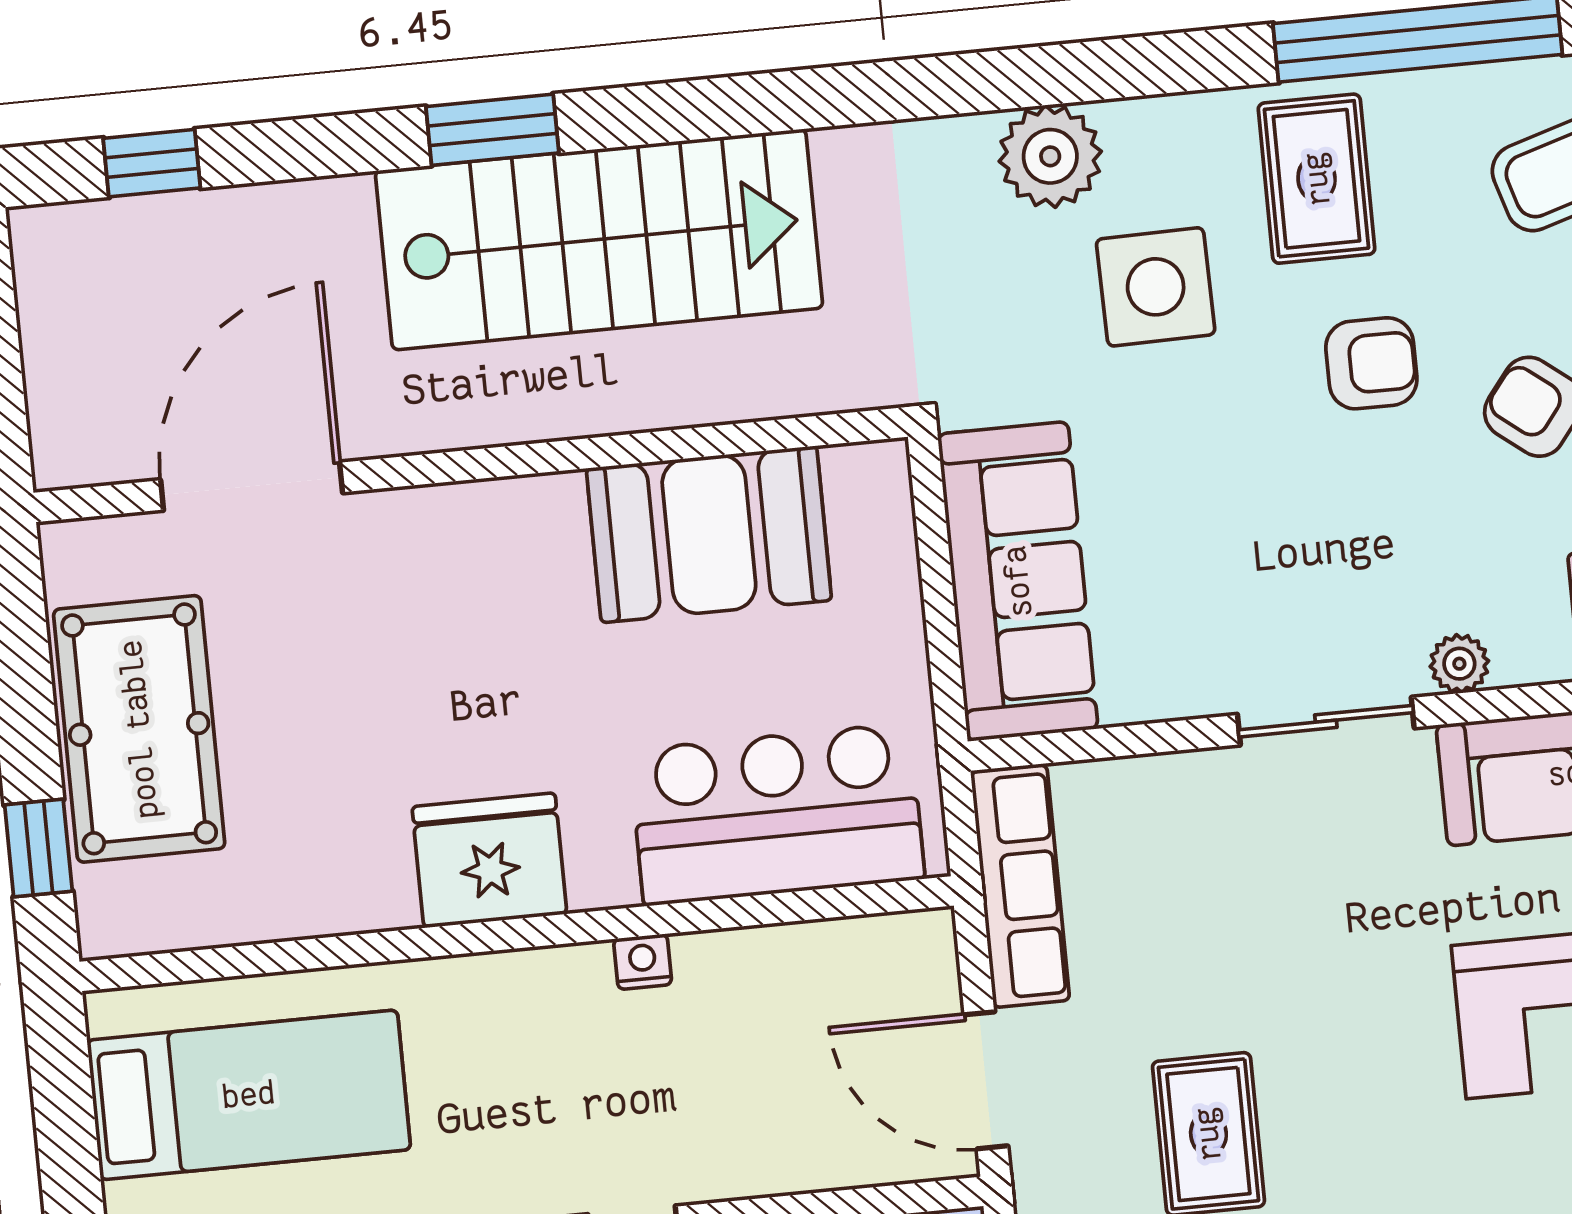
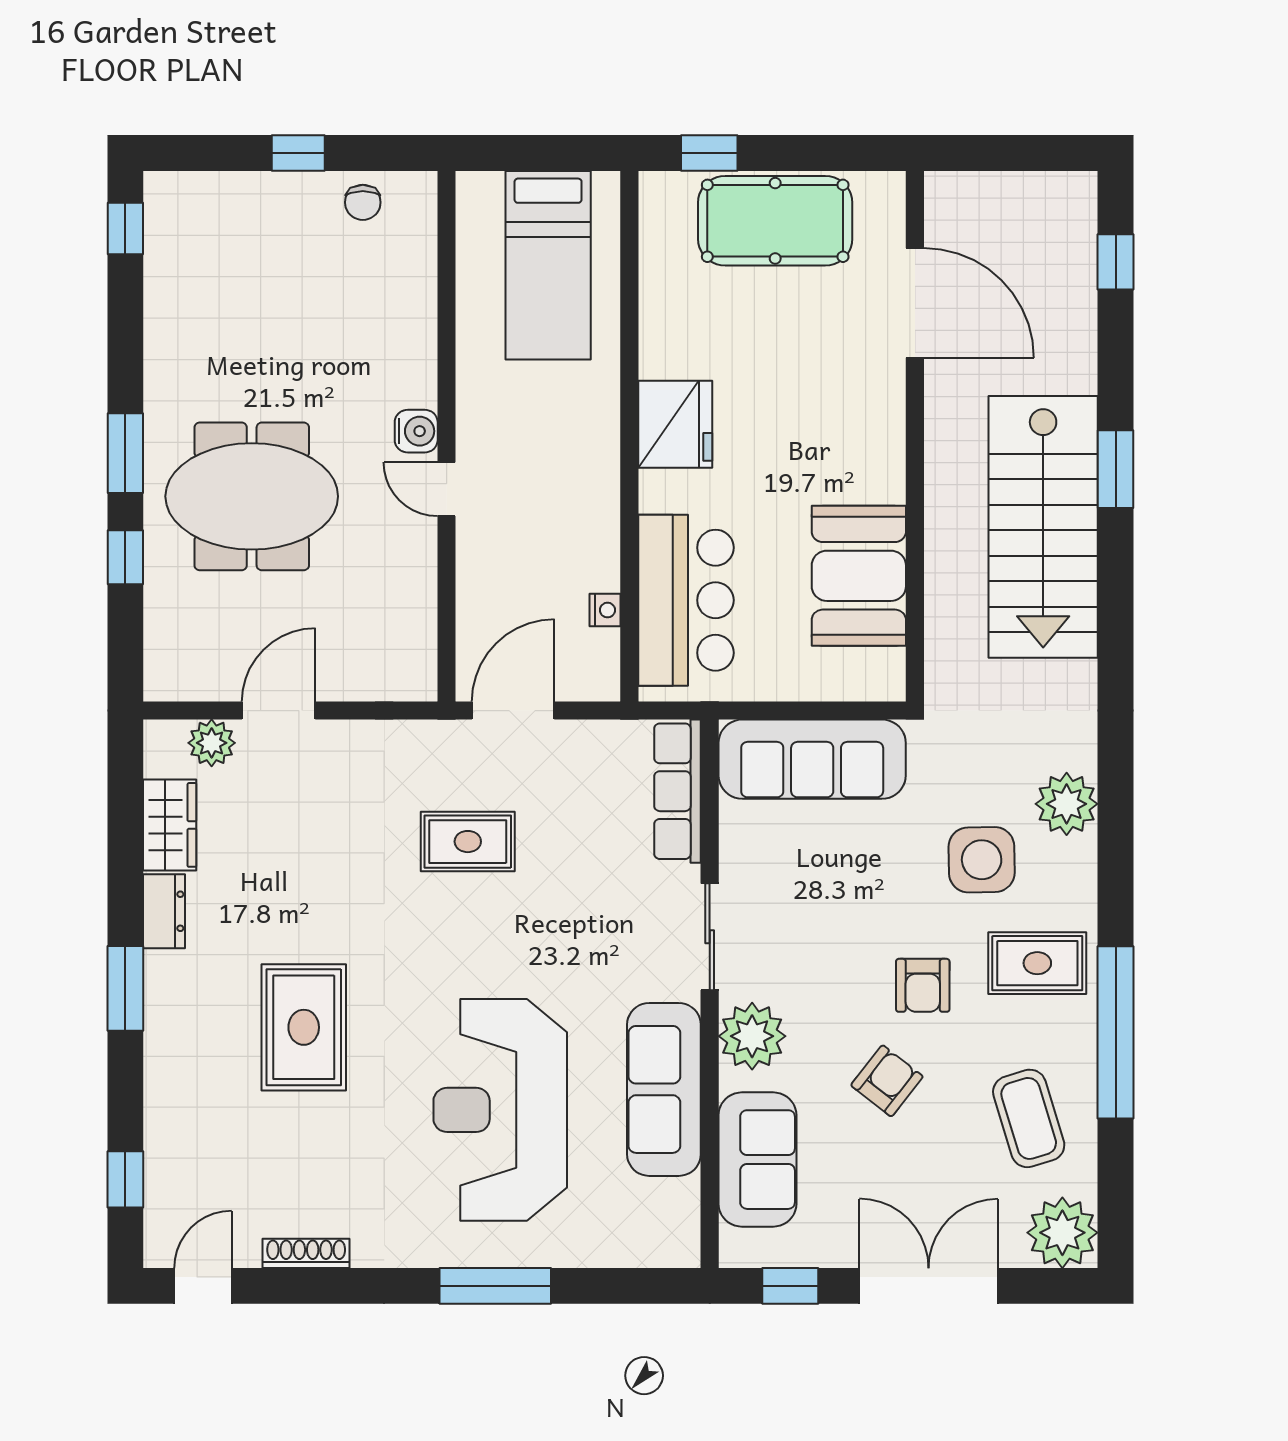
plant: (1459, 664) -> (752, 1036), width x1.87, depth x1.87
row of seats: (1020, 886) -> (678, 791), moved, turned 90
nightstand: (643, 962) -> (605, 610), moved

